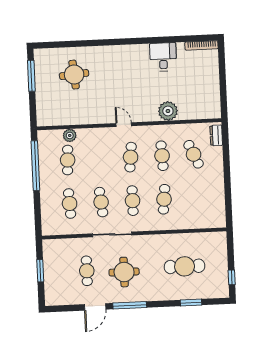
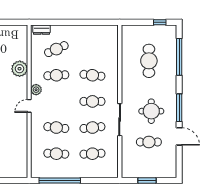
plant: (70, 135) -> (36, 90), moved
cafe table: (131, 157) -> (56, 128), moved
window: (191, 303) -> (179, 57), width x2.11

